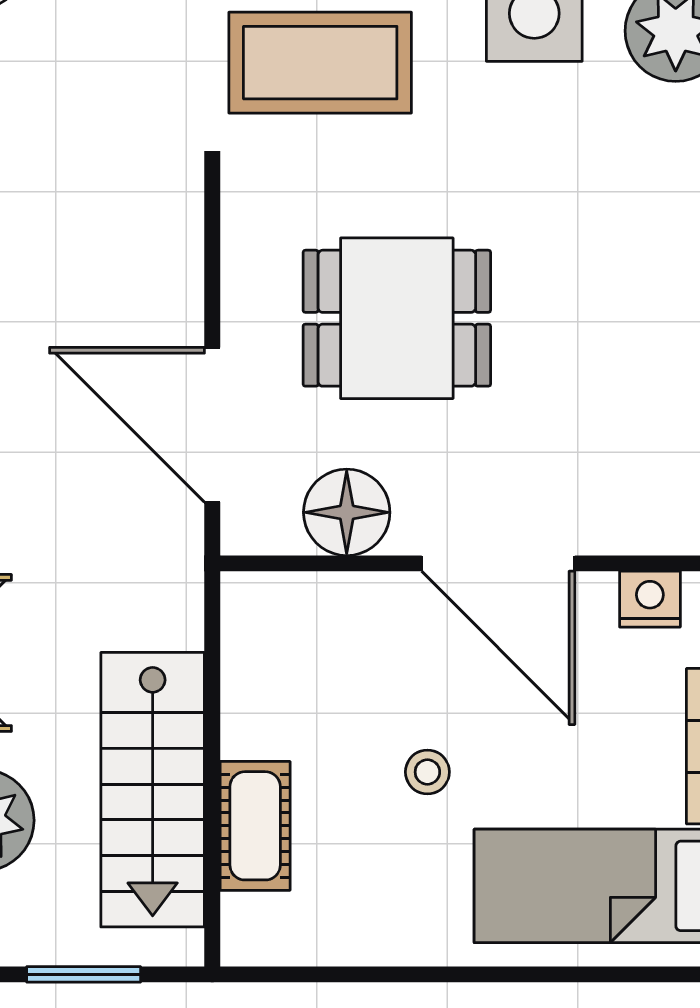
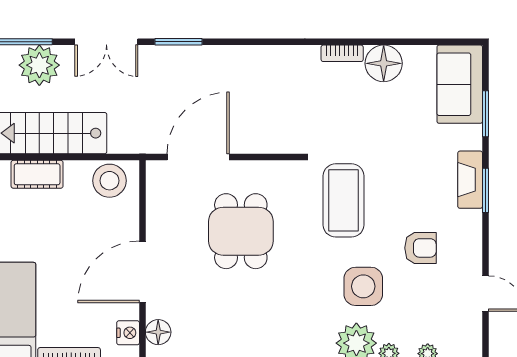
floor lamp: (347, 512) -> (158, 332), moved, width x0.73, depth x0.73
stool: (427, 772) -> (109, 181), moved, width x1.89, depth x1.89

